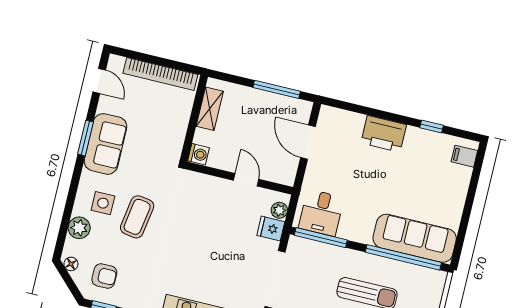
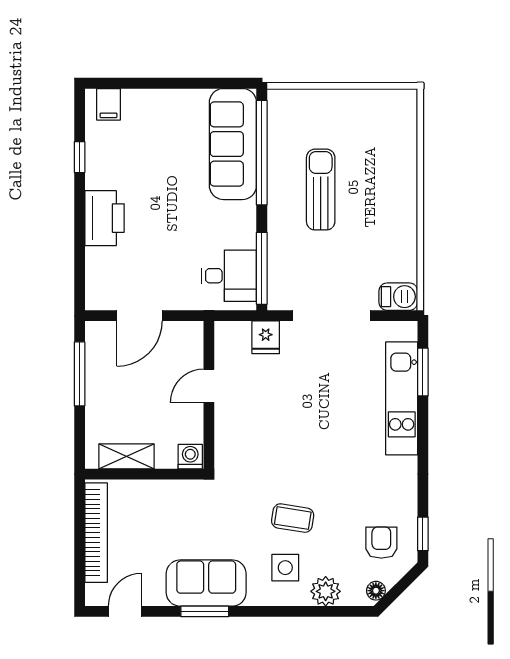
plant: (279, 210) -> (239, 332), removed
coffee table: (137, 217) -> (293, 518), width x0.73, depth x0.77

